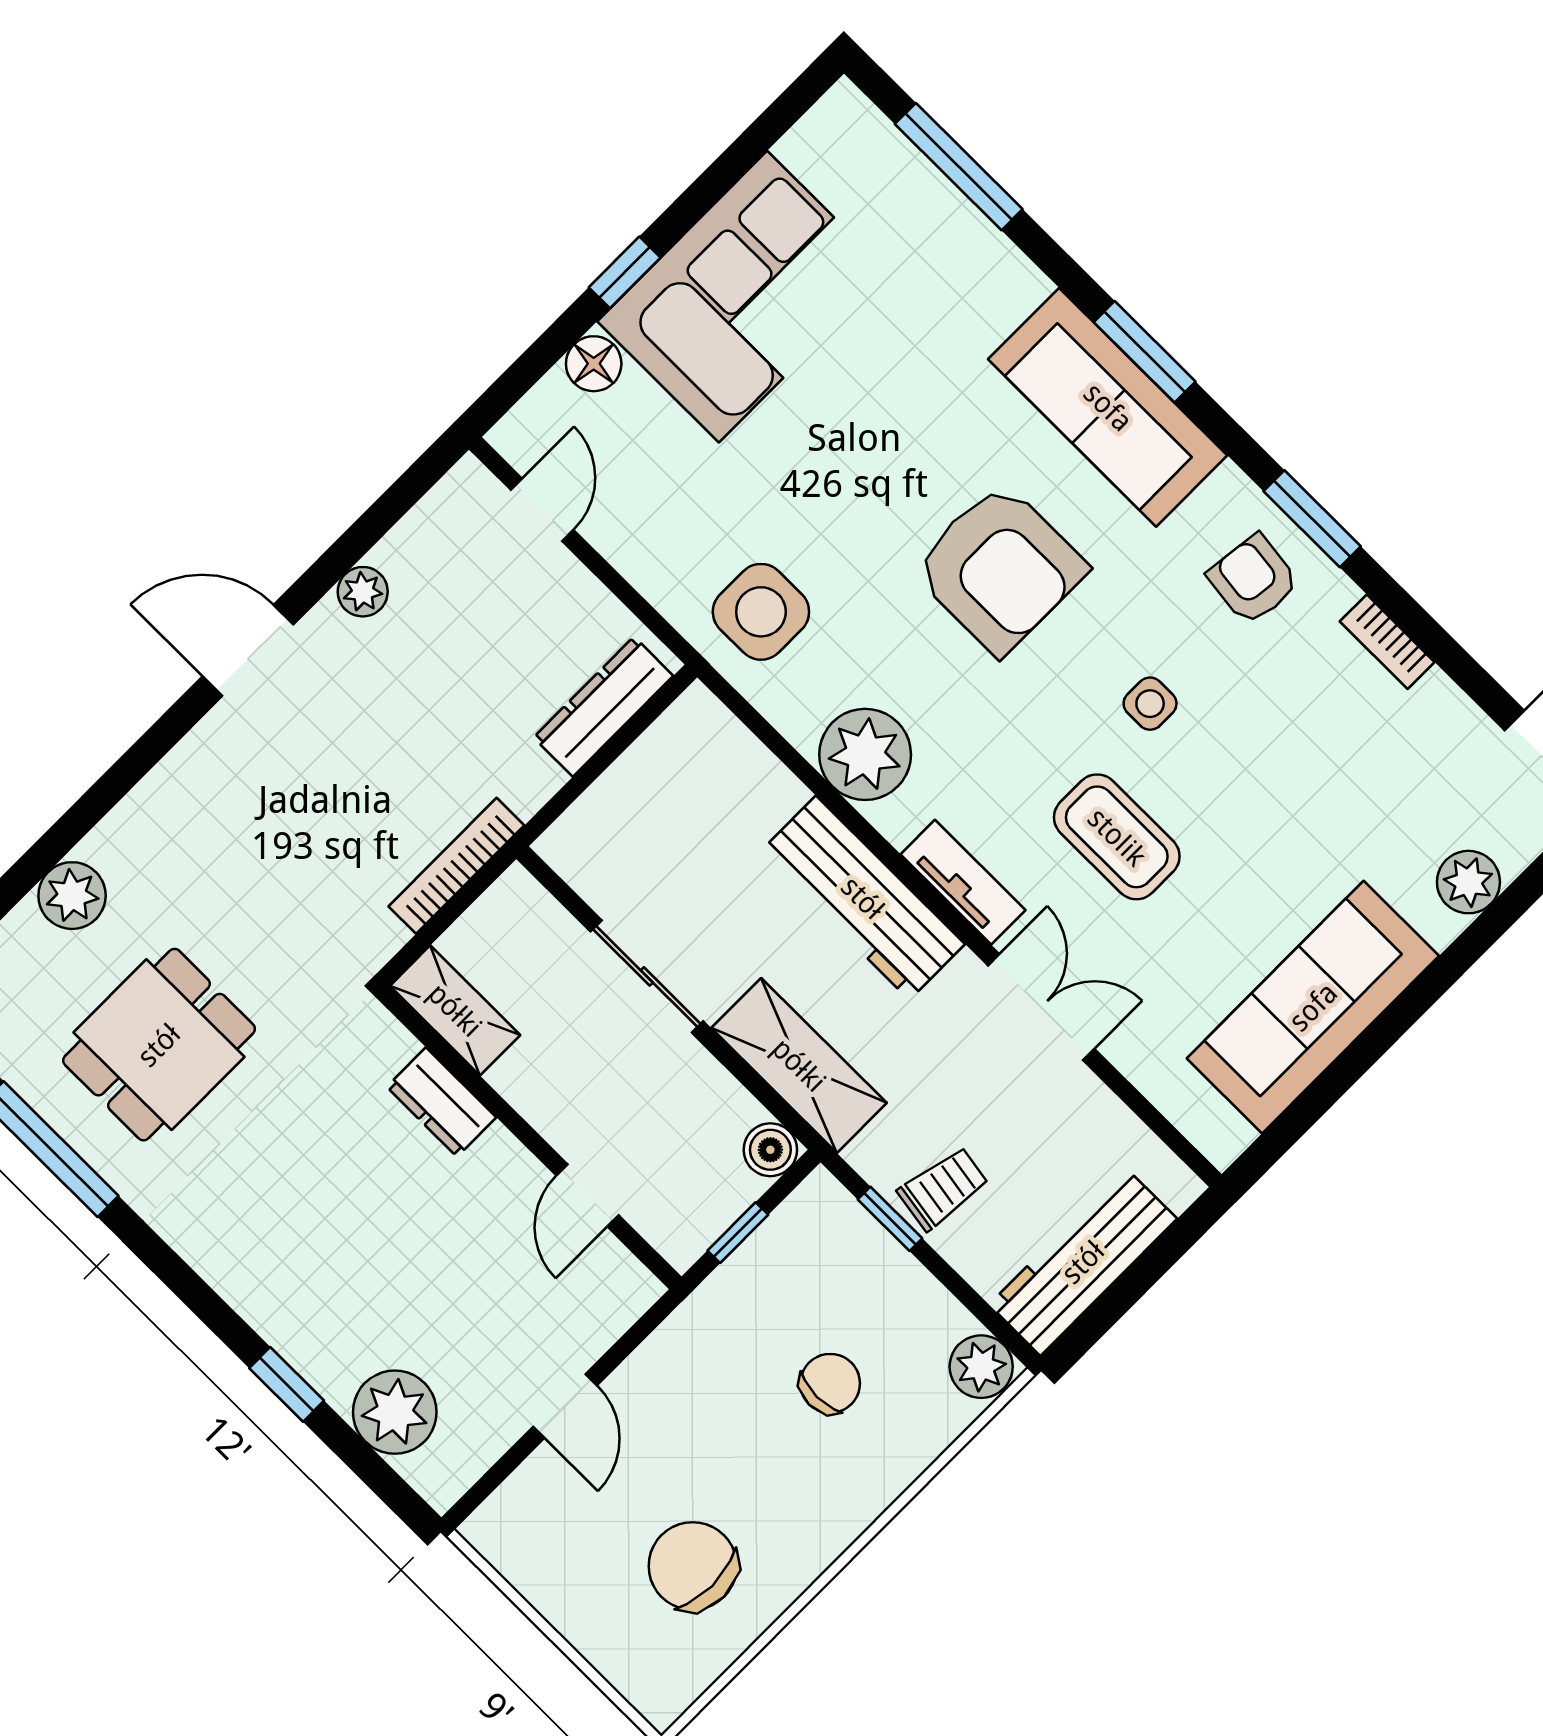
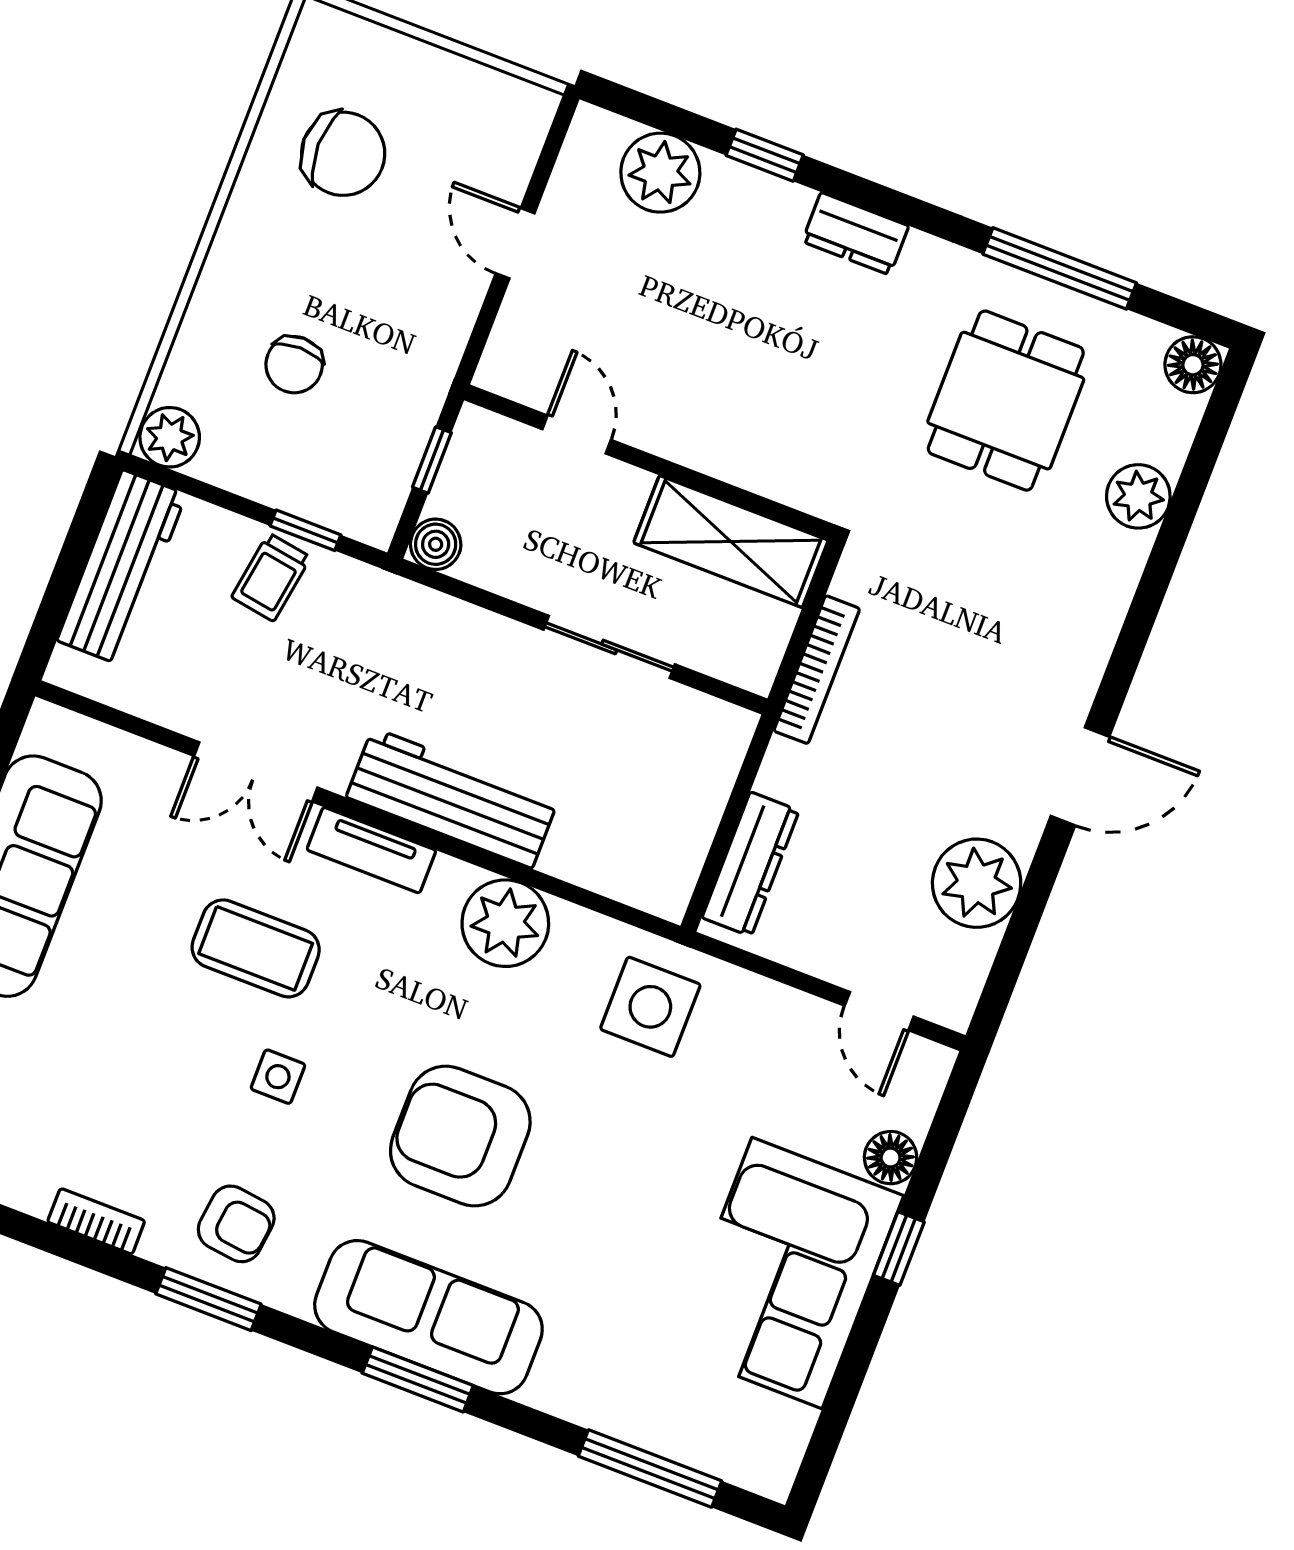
plant: (363, 592) -> (977, 883), width x1.87, depth x1.87
shelving: (455, 1010) -> (731, 542), width x1.50, depth x1.33
shelving: (799, 1065) -> (443, 628), removed
dresser: (441, 1102) -> (855, 234), moved, turned 180

